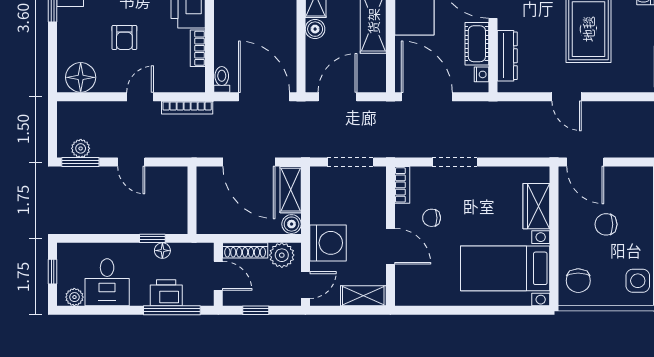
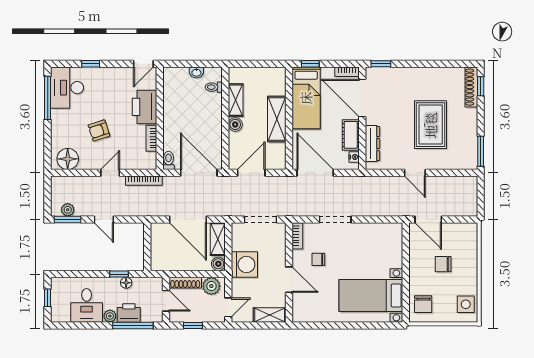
armchair: (124, 38) -> (99, 131), turned 72
wardrobe: (536, 206) -> (393, 251), removed
washing machine: (328, 243) -> (244, 264), moved
plant: (74, 297) -> (110, 316), moved

